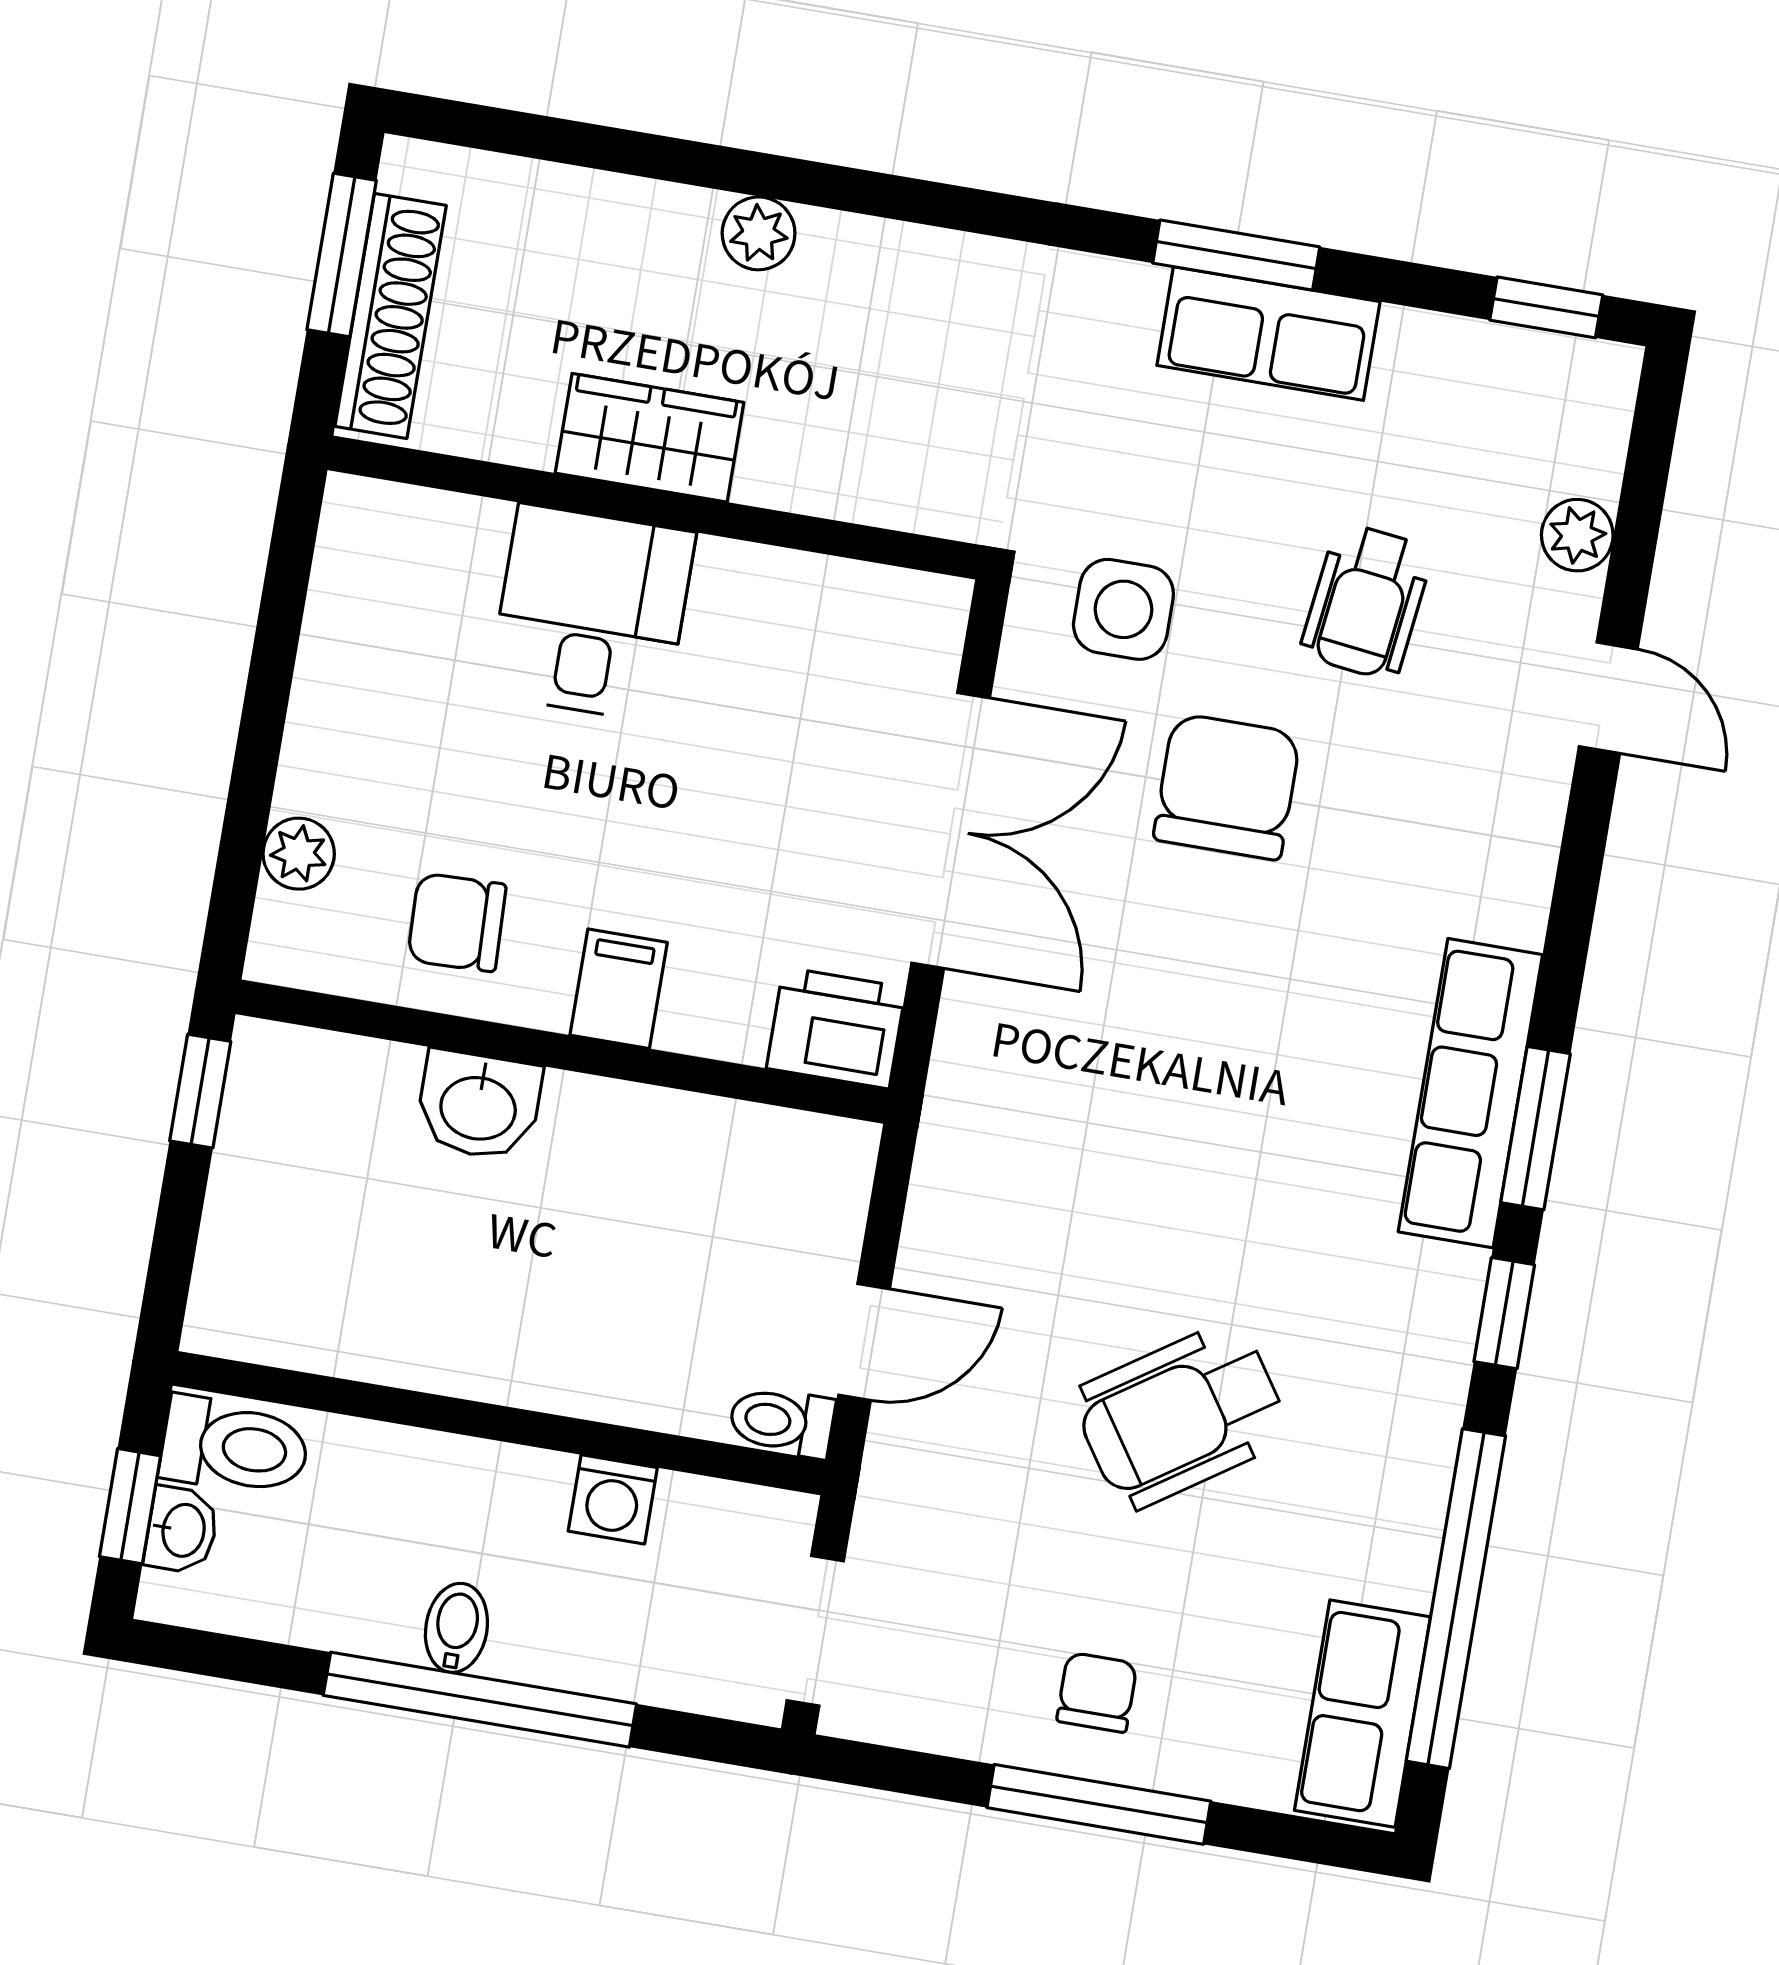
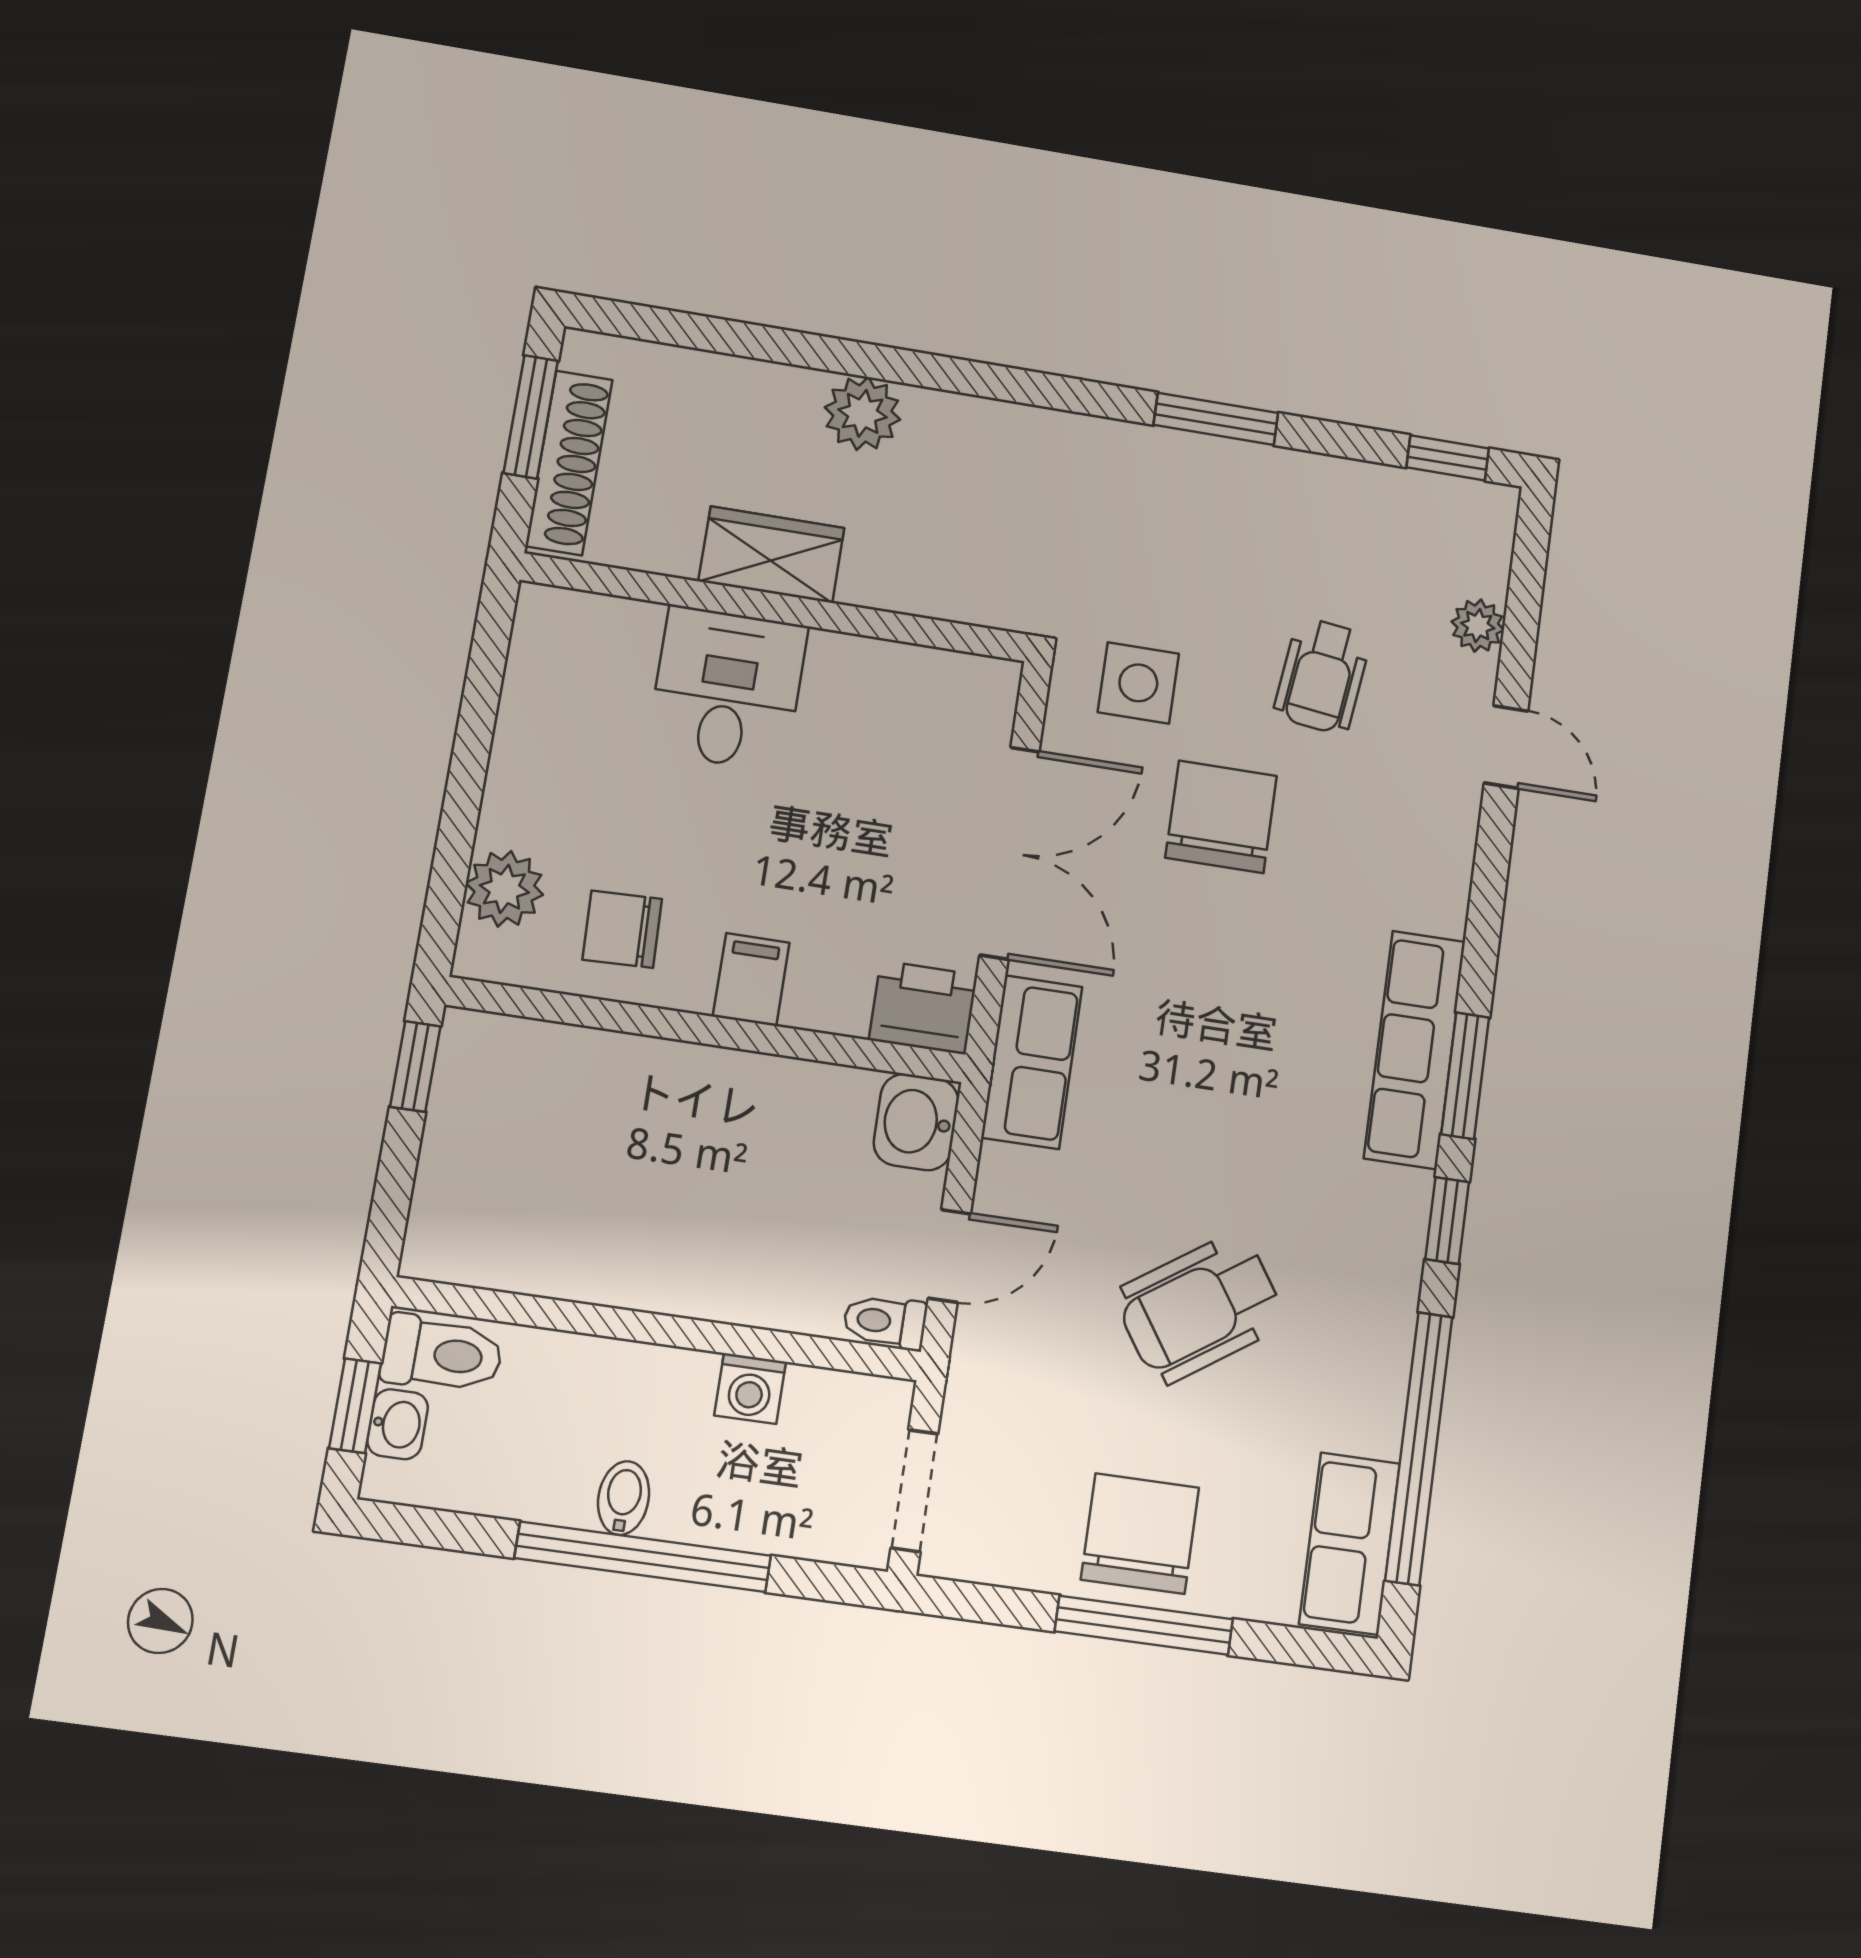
plant: (759, 233) -> (863, 413), width x1.38, depth x1.38
row of seats: (1268, 334) -> (1032, 1062), moved, turned -90
plant: (299, 854) -> (504, 889), width x1.38, depth x1.38
washbasin: (479, 1105) -> (916, 1122), moved, turned 90
chair: (1097, 1692) -> (1140, 1534), width x1.87, depth x1.87

